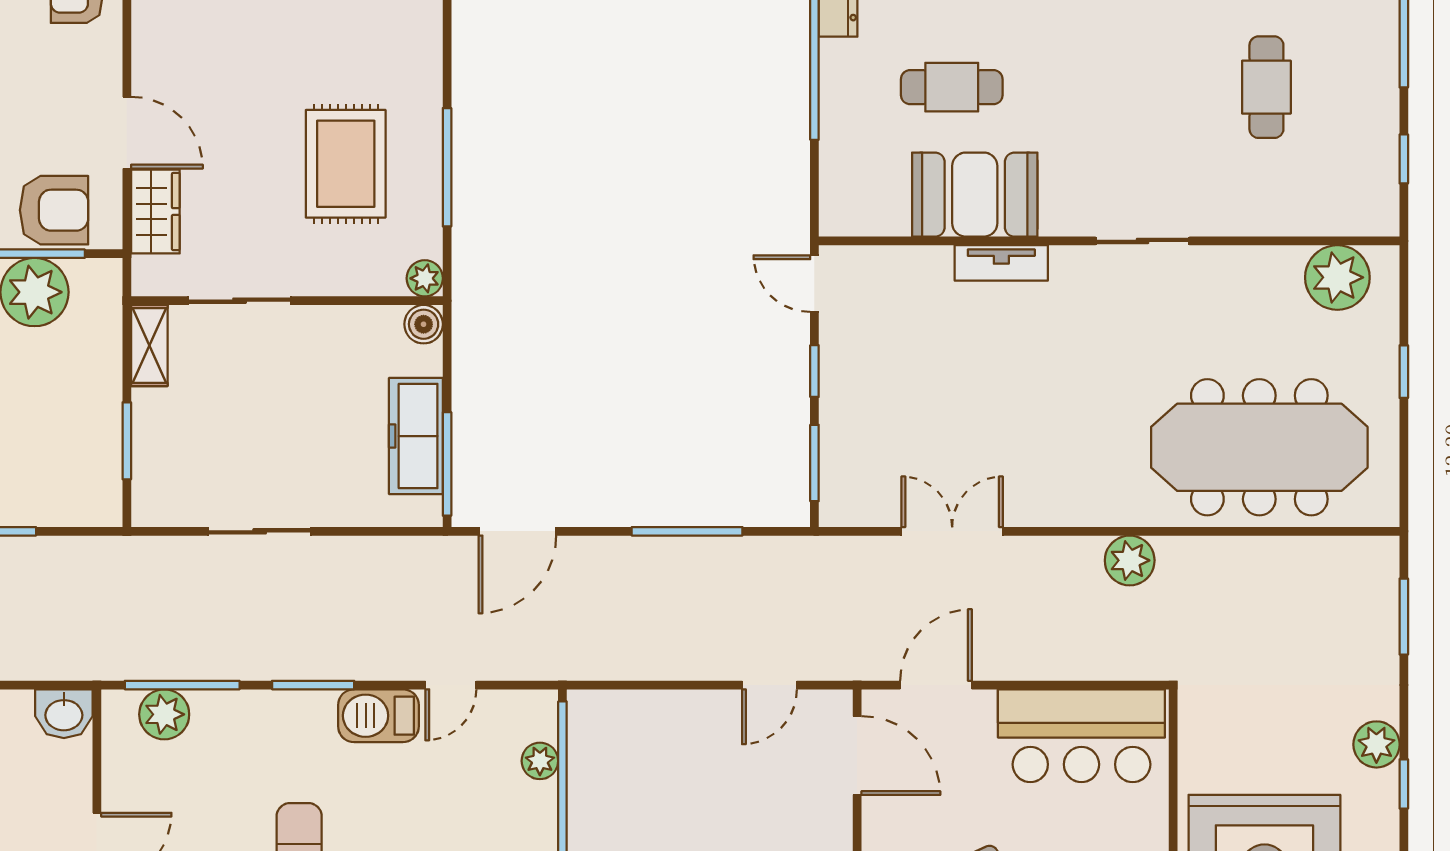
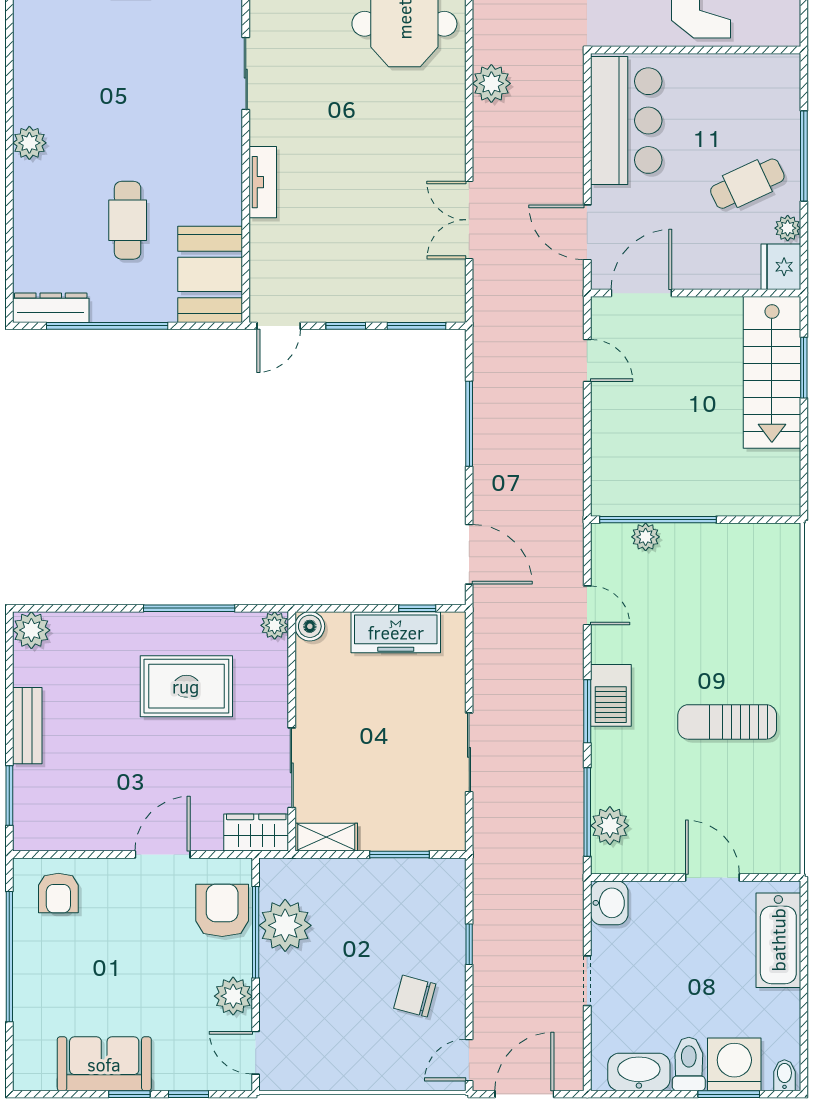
booth: (975, 195) -> (210, 274), moved
wardrobe: (155, 212) -> (256, 833), moved
window: (447, 464) -> (417, 608), width x0.46
barbecue: (378, 716) -> (611, 695), moved

